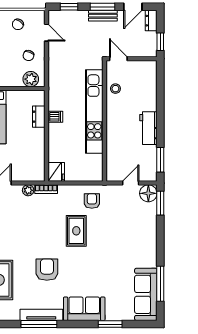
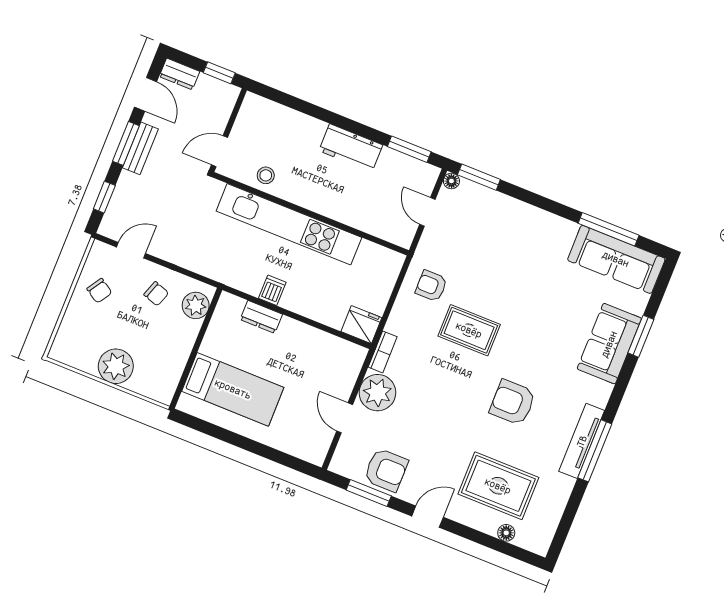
plant: (28, 190) -> (377, 393), width x1.88, depth x1.88
floor lamp: (148, 193) -> (451, 181), width x0.53, depth x0.53
sofa: (84, 309) -> (609, 344), moved

